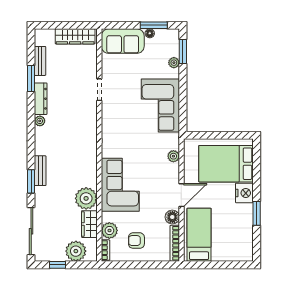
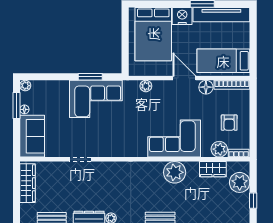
window: (183, 52) -> (90, 77), moved
plant: (174, 63) -> (25, 86), moved
plant: (86, 198) -> (175, 172), moved
tv unit: (246, 233) -> (221, 15), added

